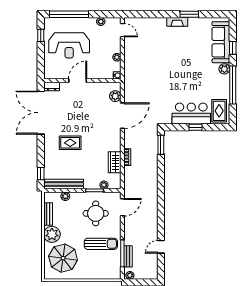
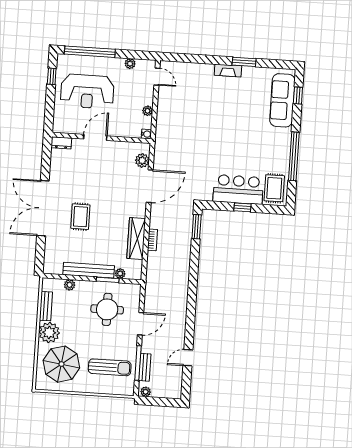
window: (233, 48) -> (298, 96), moved
plant: (224, 69) -> (285, 135), removed
double door: (41, 113) -> (43, 208), moved
rug: (70, 143) -> (80, 217), turned 90
wardrobe: (115, 162) -> (136, 238), width x1.50
window: (41, 174) -> (40, 254), removed
bench: (64, 184) -> (89, 270), moved
door: (122, 207) -> (140, 324), moved
sun lounger: (101, 244) -> (110, 367), moved

